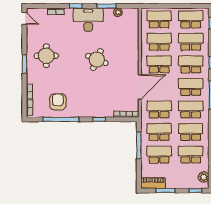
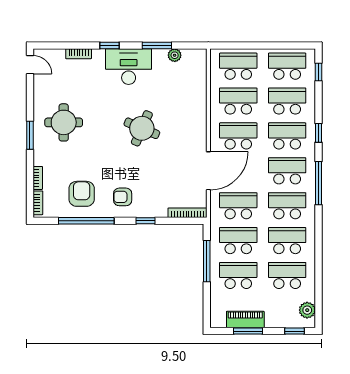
armchair: (84, 104) -> (123, 197), added
piano: (153, 183) -> (245, 320), moved

